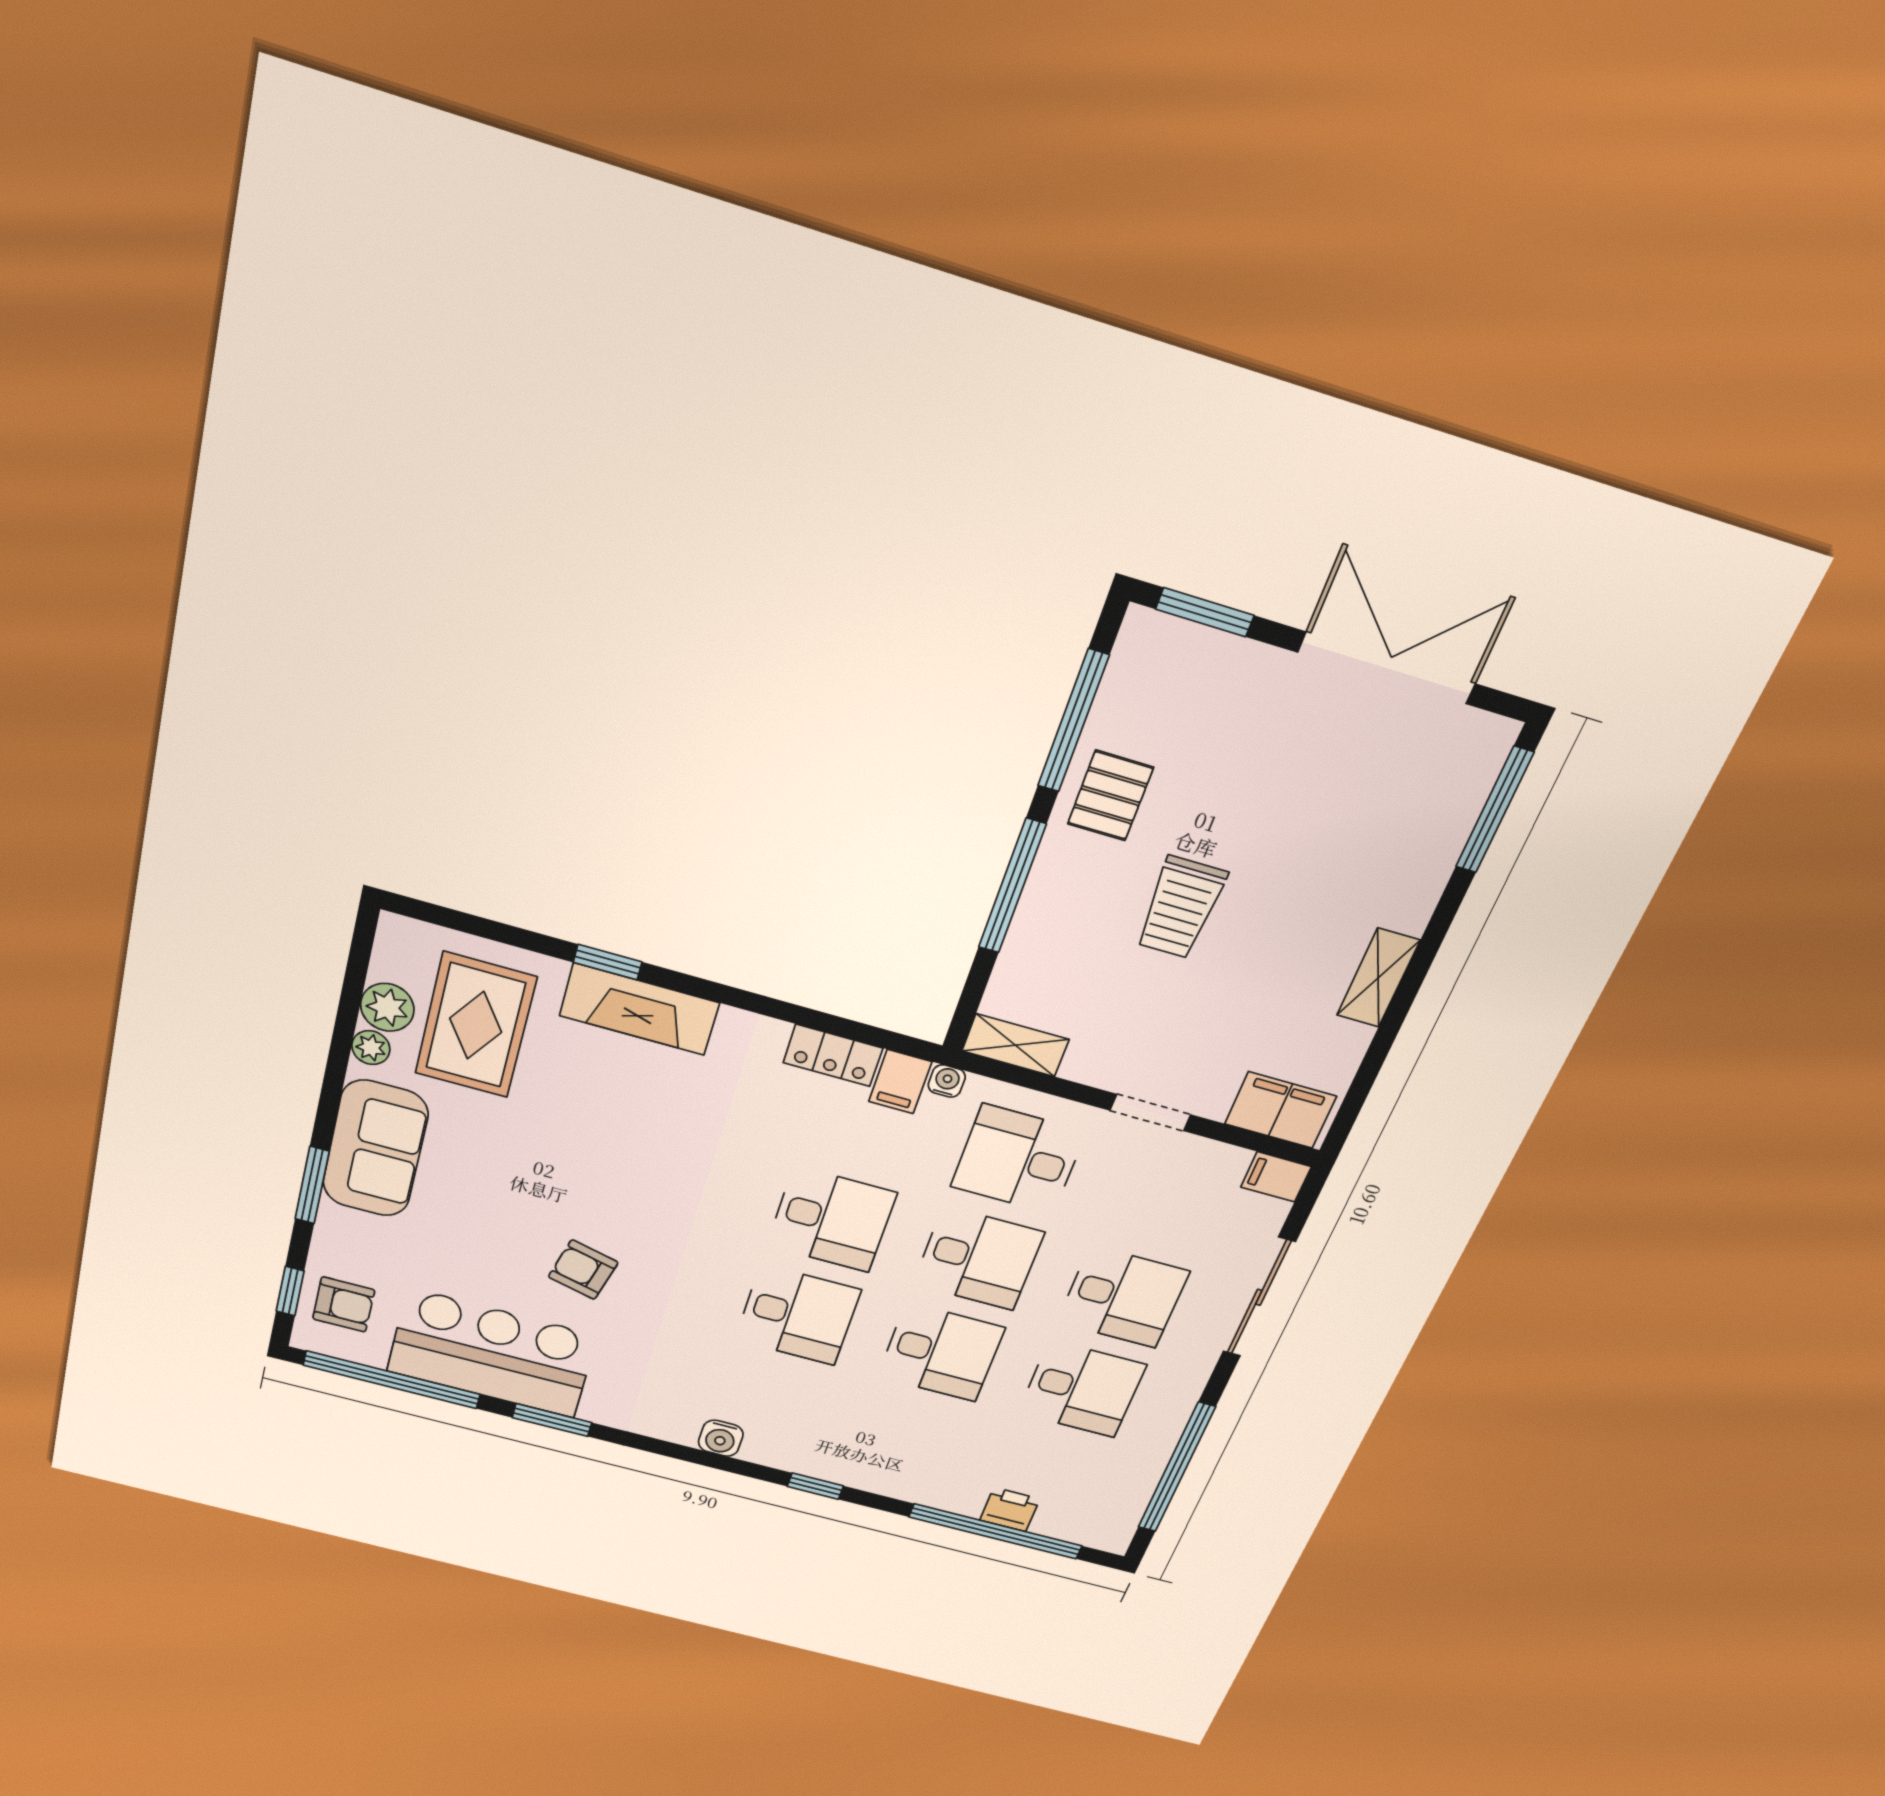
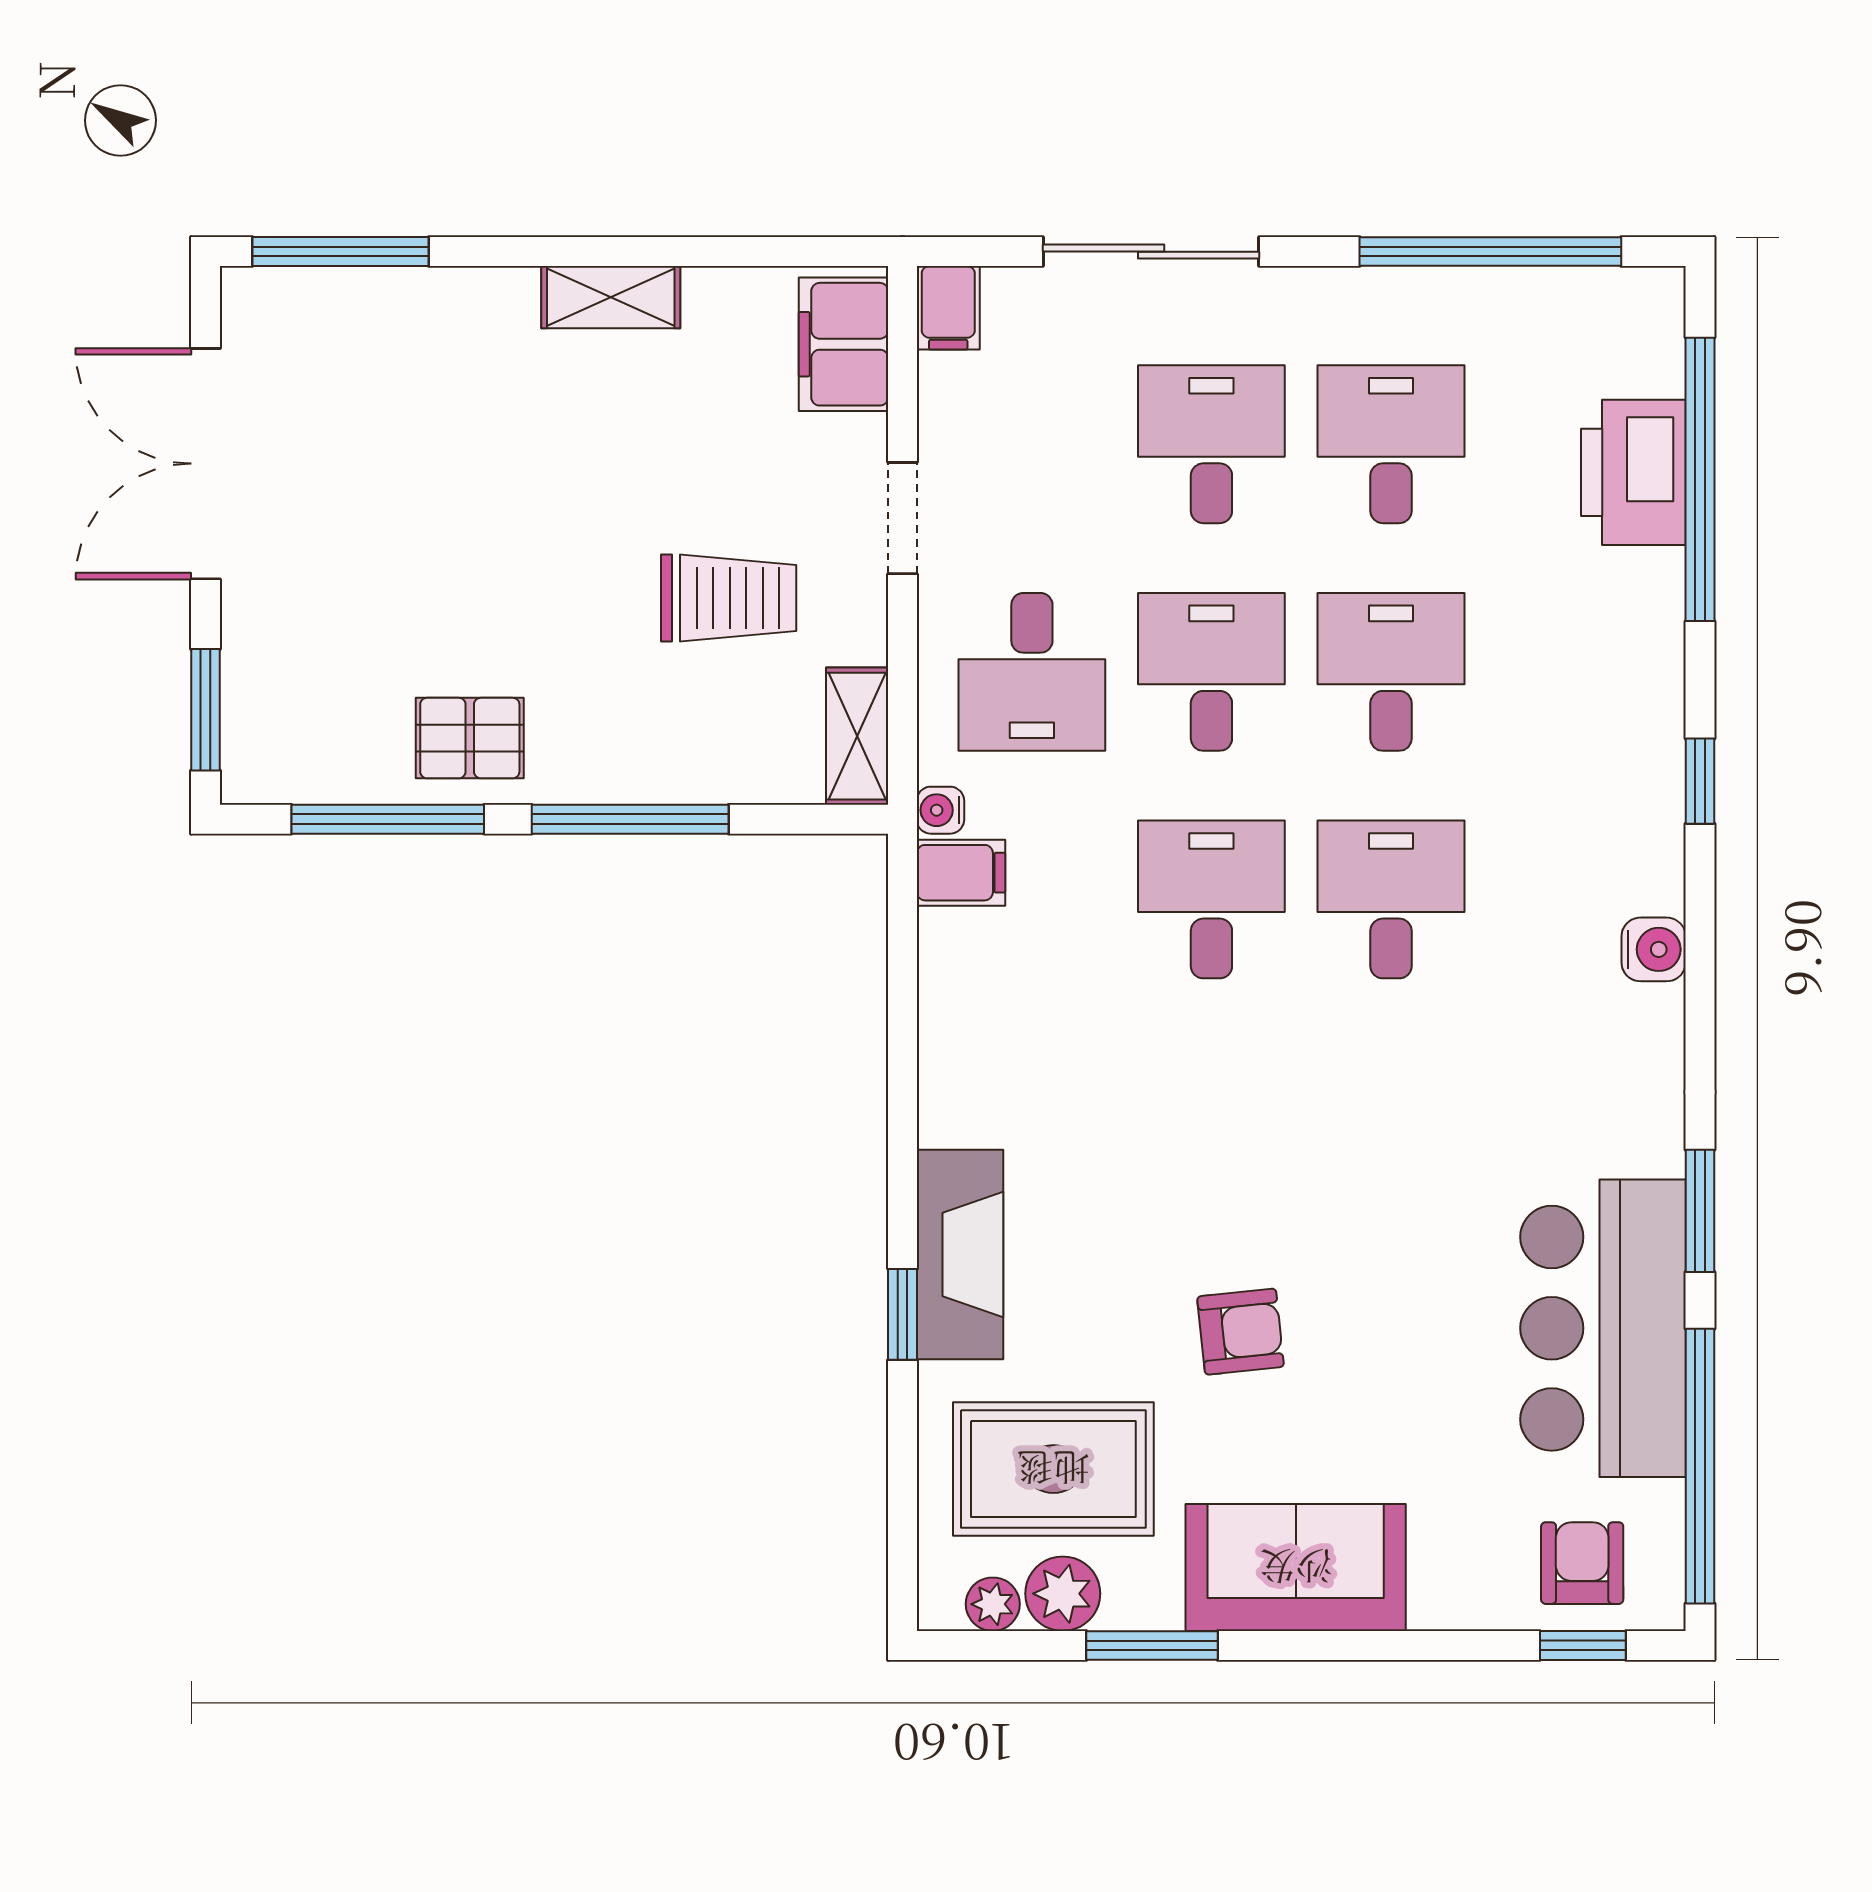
trolley: (1181, 908) -> (729, 598), moved
plant: (371, 1048) -> (993, 1604), moved
locker: (833, 1055) -> (949, 976), removed
window: (312, 1185) -> (1152, 1645), moved
armchair: (583, 1270) -> (1241, 1332), moved, turned -110
printer: (1010, 1509) -> (1633, 472), width x1.87, depth x1.48

